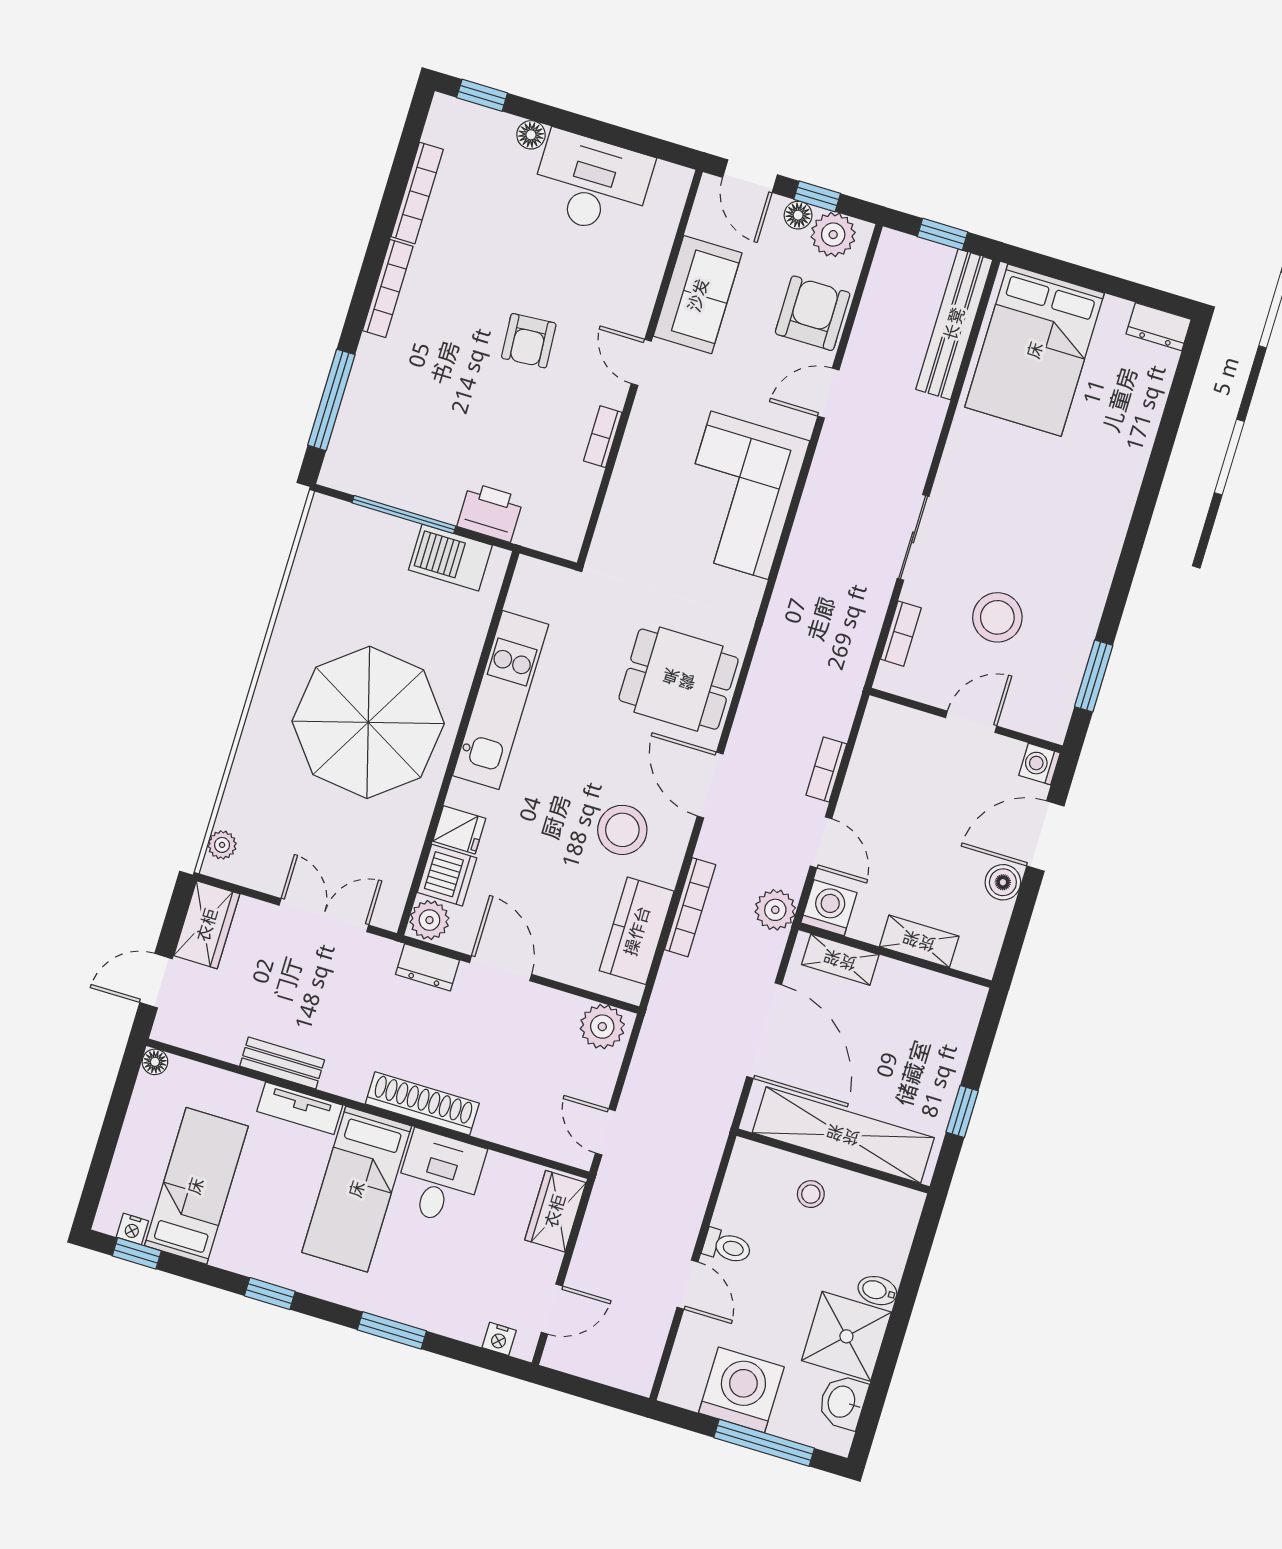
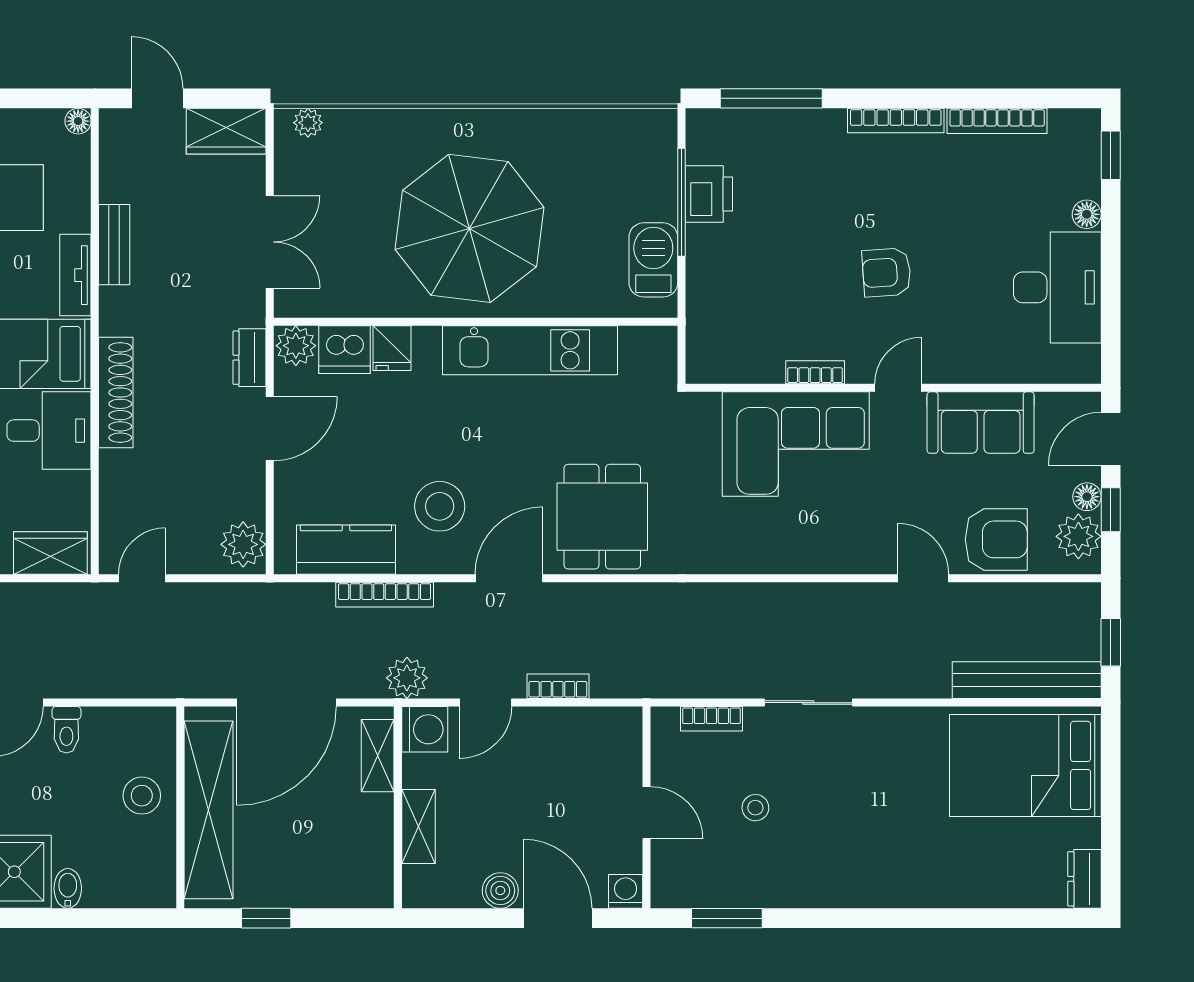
corner sofa: (740, 495) -> (796, 444), moved, turned 180
printer: (490, 512) -> (709, 194), moved
stool: (997, 617) -> (755, 808), width x0.53, depth x0.53
stool: (811, 1194) -> (142, 796), width x1.37, depth x1.37

